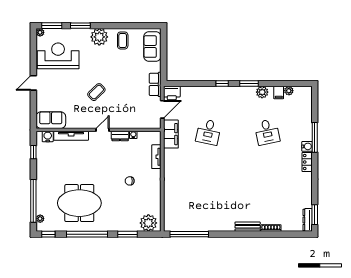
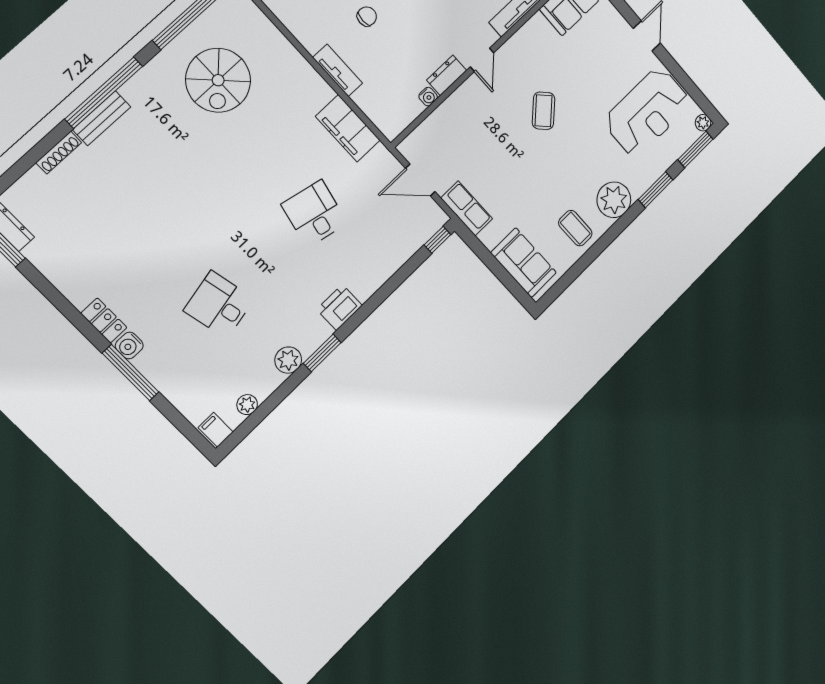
window: (222, 83) -> (437, 240), moved
printer: (172, 93) -> (339, 307), moved
filing cabinet: (279, 93) -> (216, 430), moved
door: (162, 109) -> (420, 180), hinge flipped
filing cabinet: (171, 134) -> (348, 128), moved
tv unit: (156, 157) -> (338, 70), moved
spiral stairs: (199, 205) -> (218, 80), added
window: (239, 234) -> (104, 93), added

